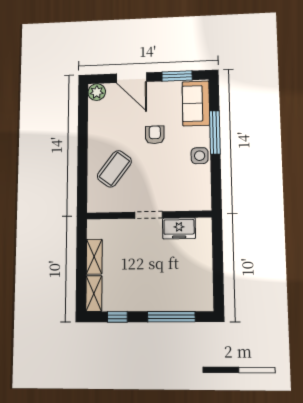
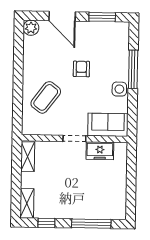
sofa: (196, 103) -> (108, 125), moved, turned 90
shelving: (94, 257) -> (28, 157), moved

